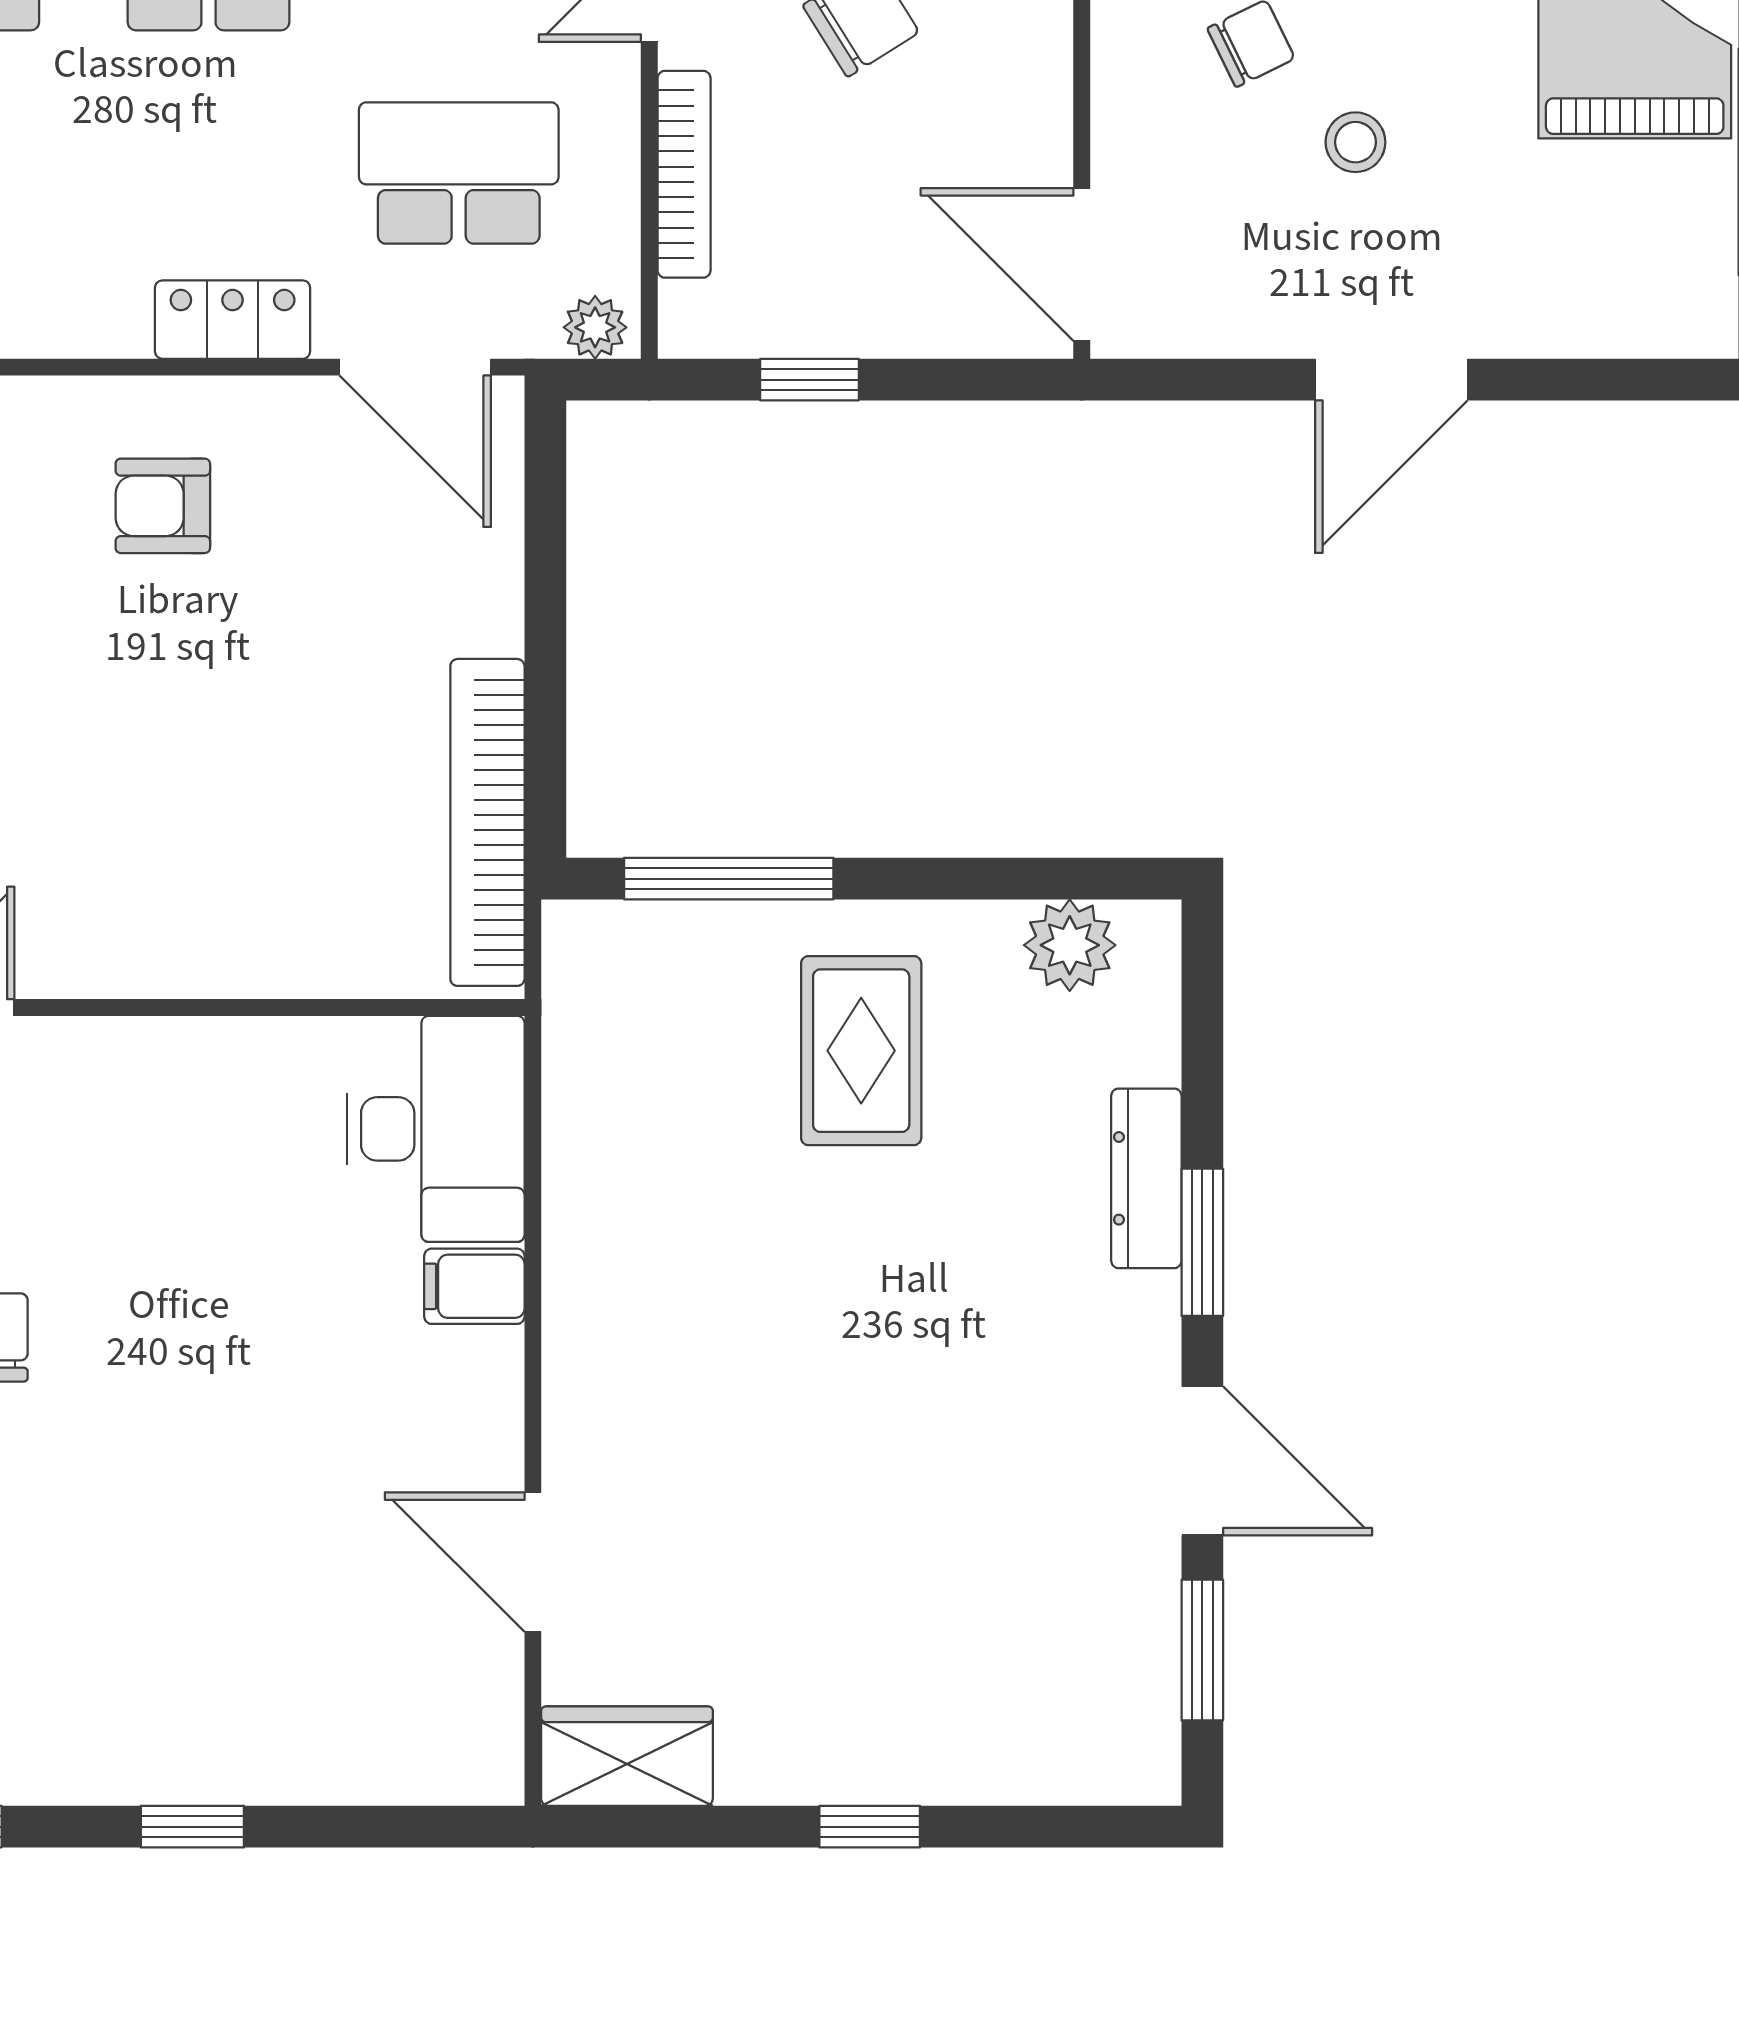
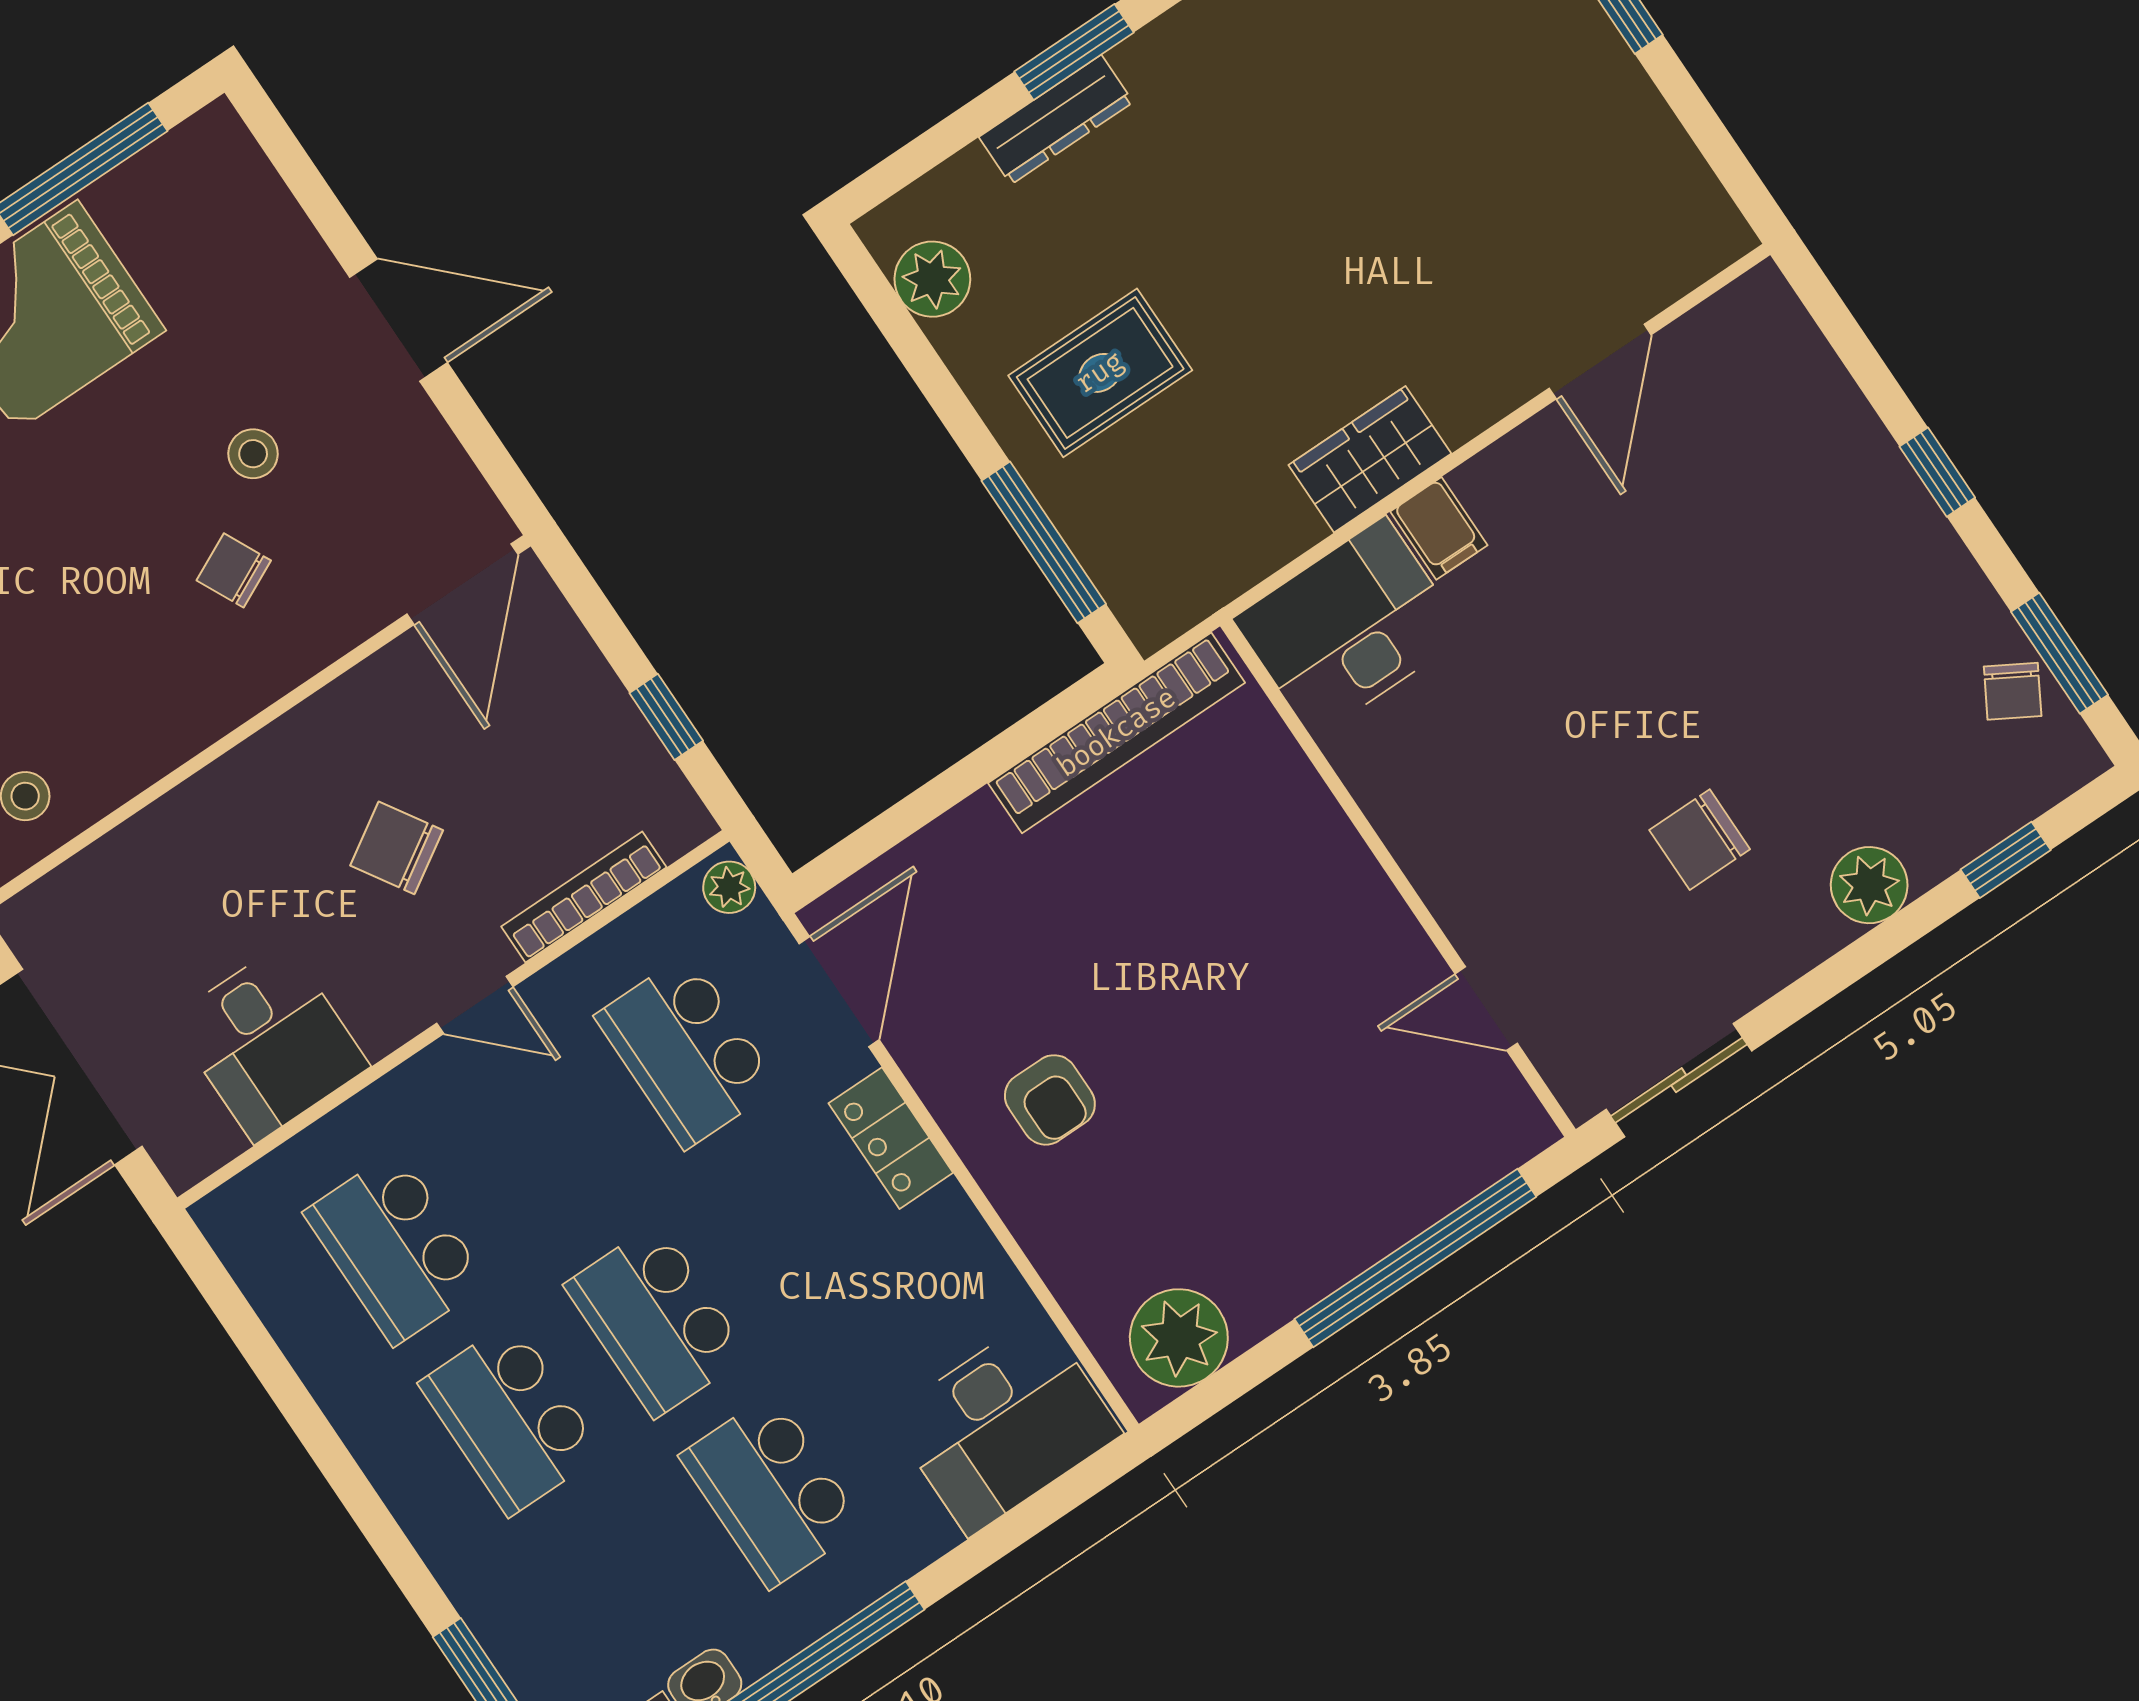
wardrobe: (627, 1756) -> (1370, 459), moved, turned 90

